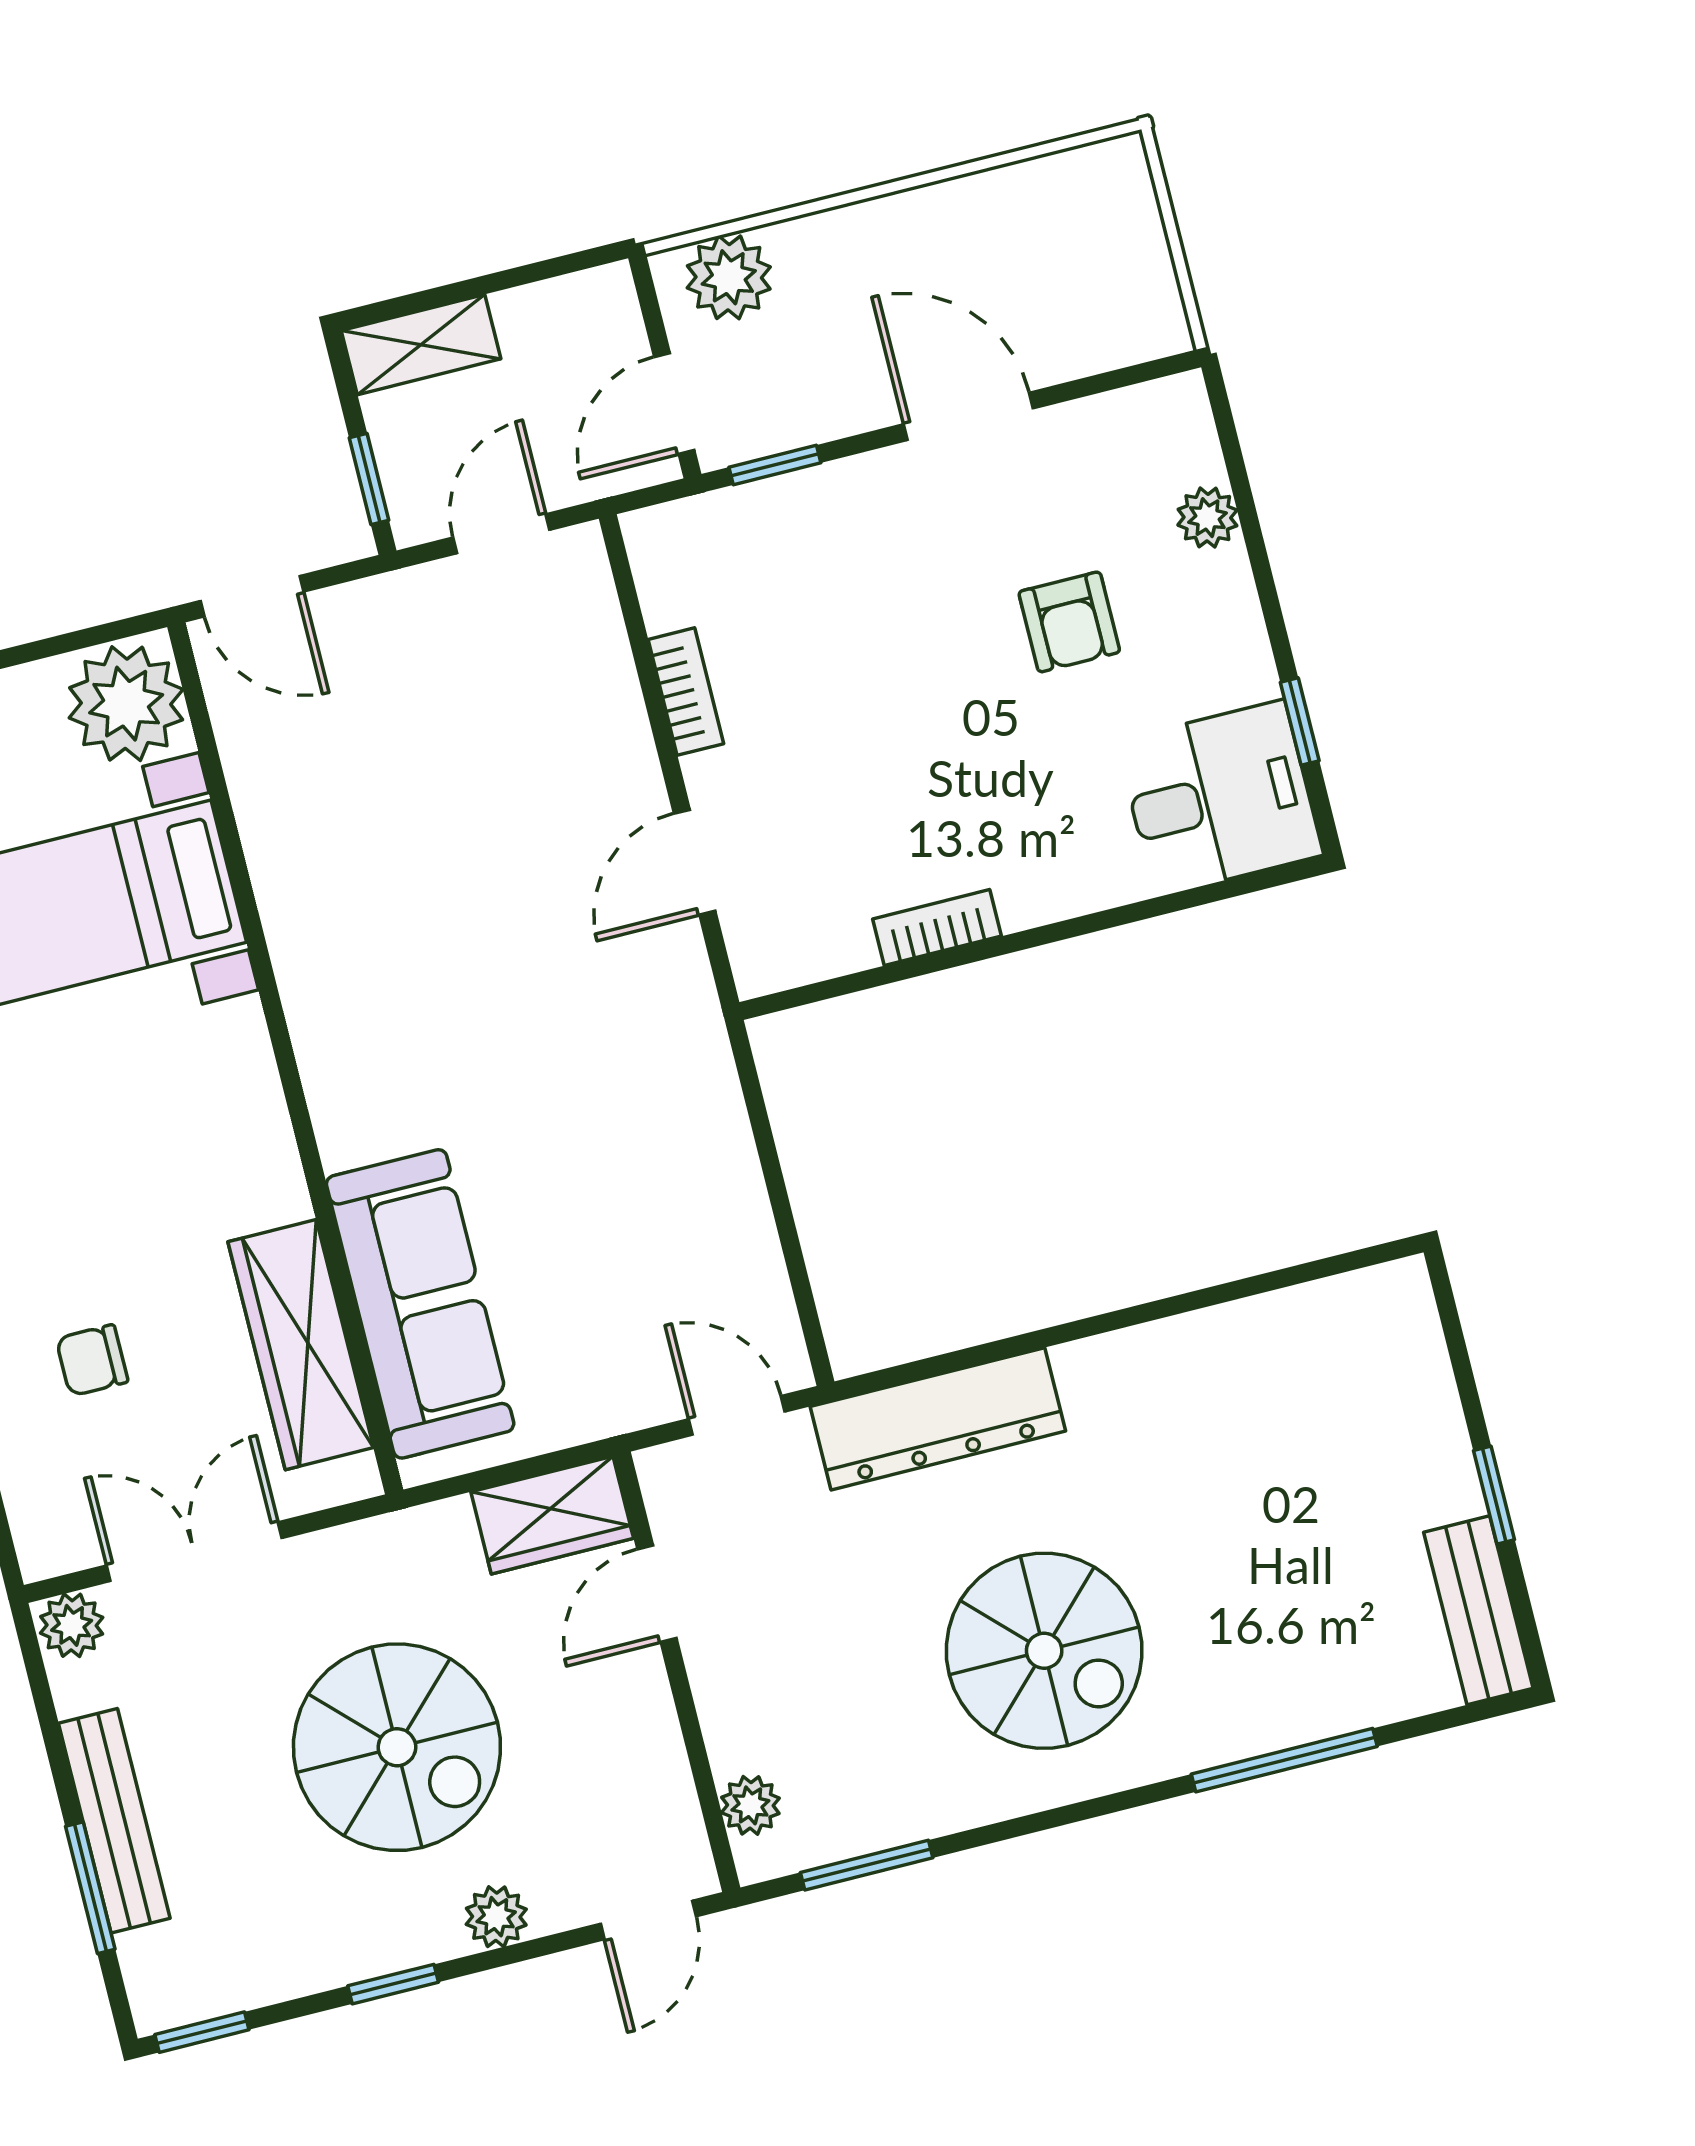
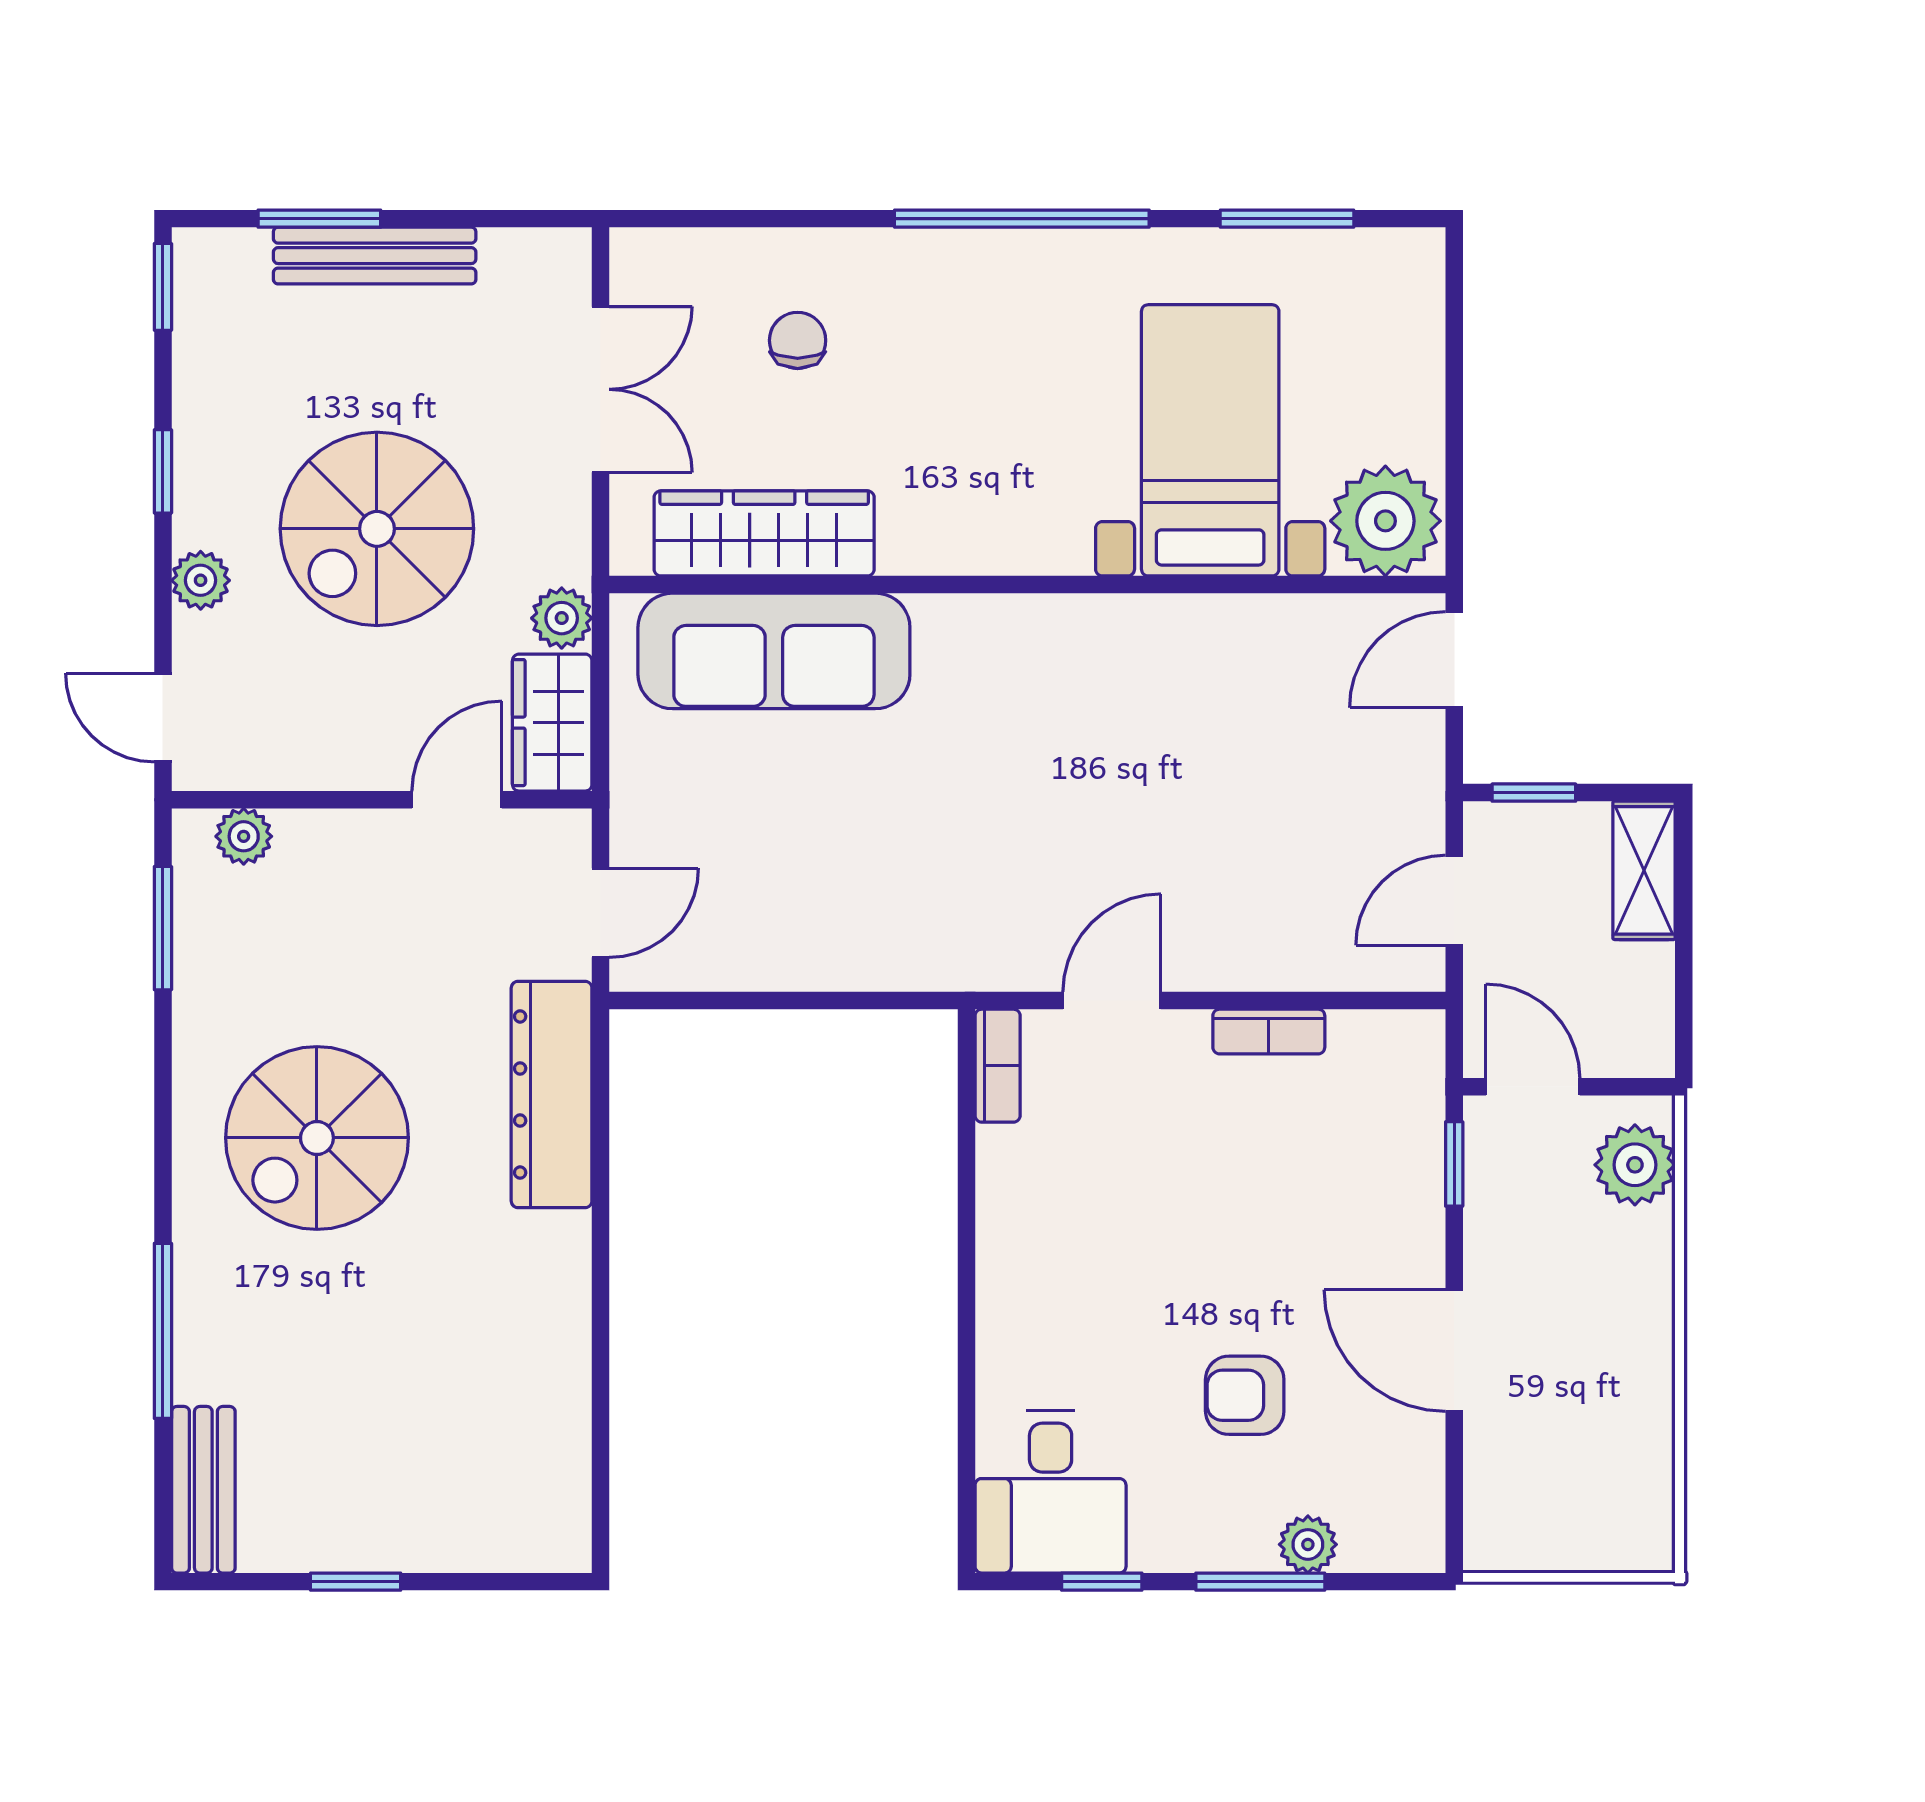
door: (968, 416) -> (1454, 1351), swing flipped
door: (501, 534) -> (1454, 900), swing flipped
window: (1258, 557) -> (1260, 1582), added
door: (695, 862) -> (1112, 1001), hinge flipped
bookcase: (937, 928) -> (998, 1066), moved
door: (657, 1594) -> (457, 800), hinge flipped
bench: (1478, 1610) -> (203, 1490), moved, turned 90
plant: (72, 1625) -> (562, 618), moved

